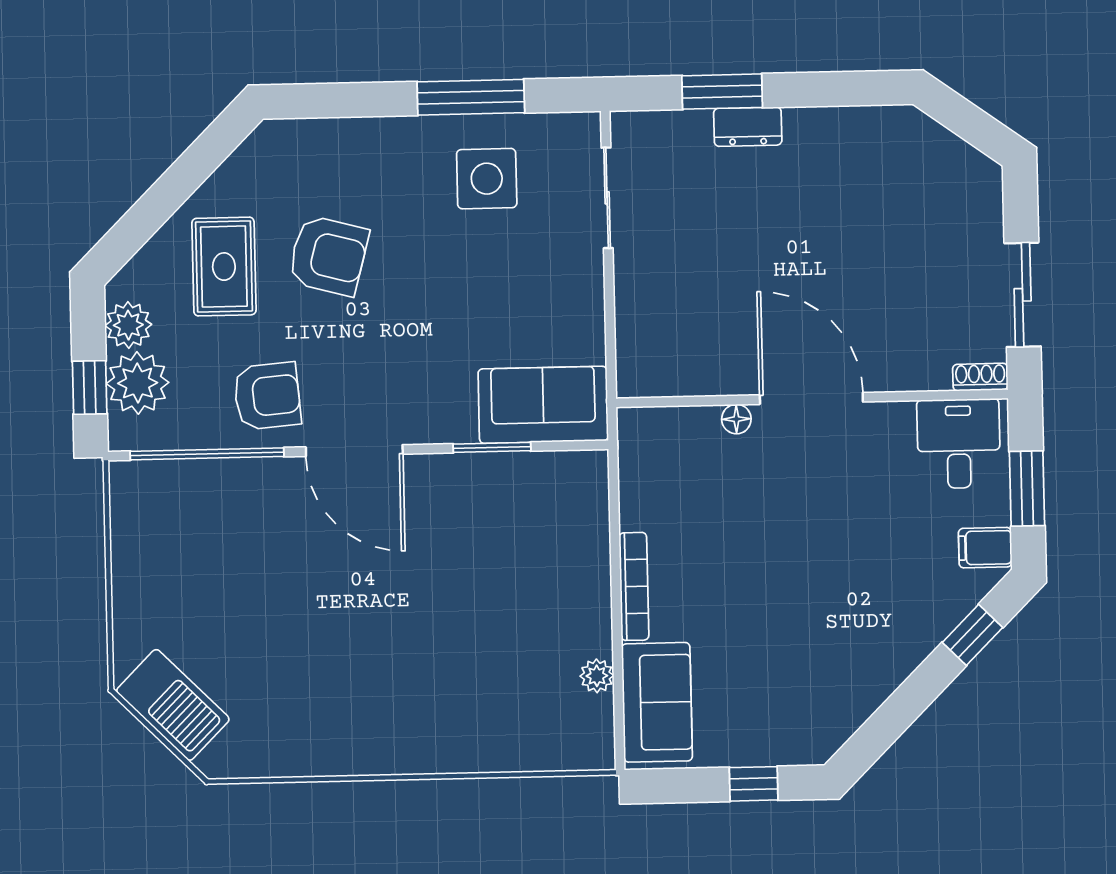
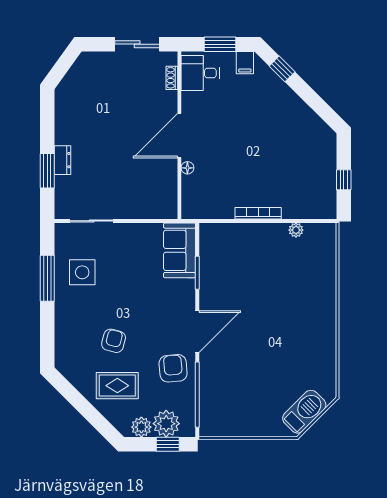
armchair: (328, 256) -> (114, 341), width x0.72, depth x0.72
shoe rack: (980, 377) -> (172, 78), moved
sofa: (657, 702) -> (308, 205), removed
window: (754, 784) -> (344, 180), moved

